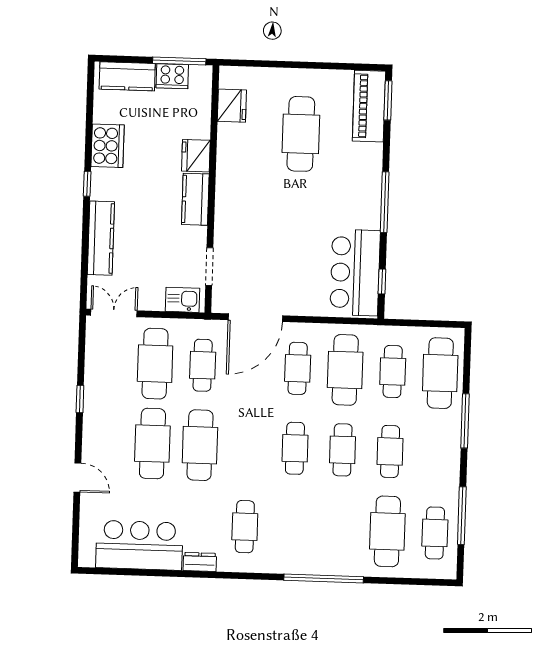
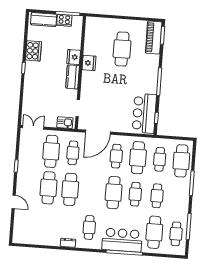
fridge: (232, 106) -> (89, 63), moved
kitchen counter: (101, 238) -> (29, 93), removed
cafe table: (295, 448) -> (114, 193), width x1.37, depth x1.35
bar counter: (139, 545) -> (122, 240), moved

